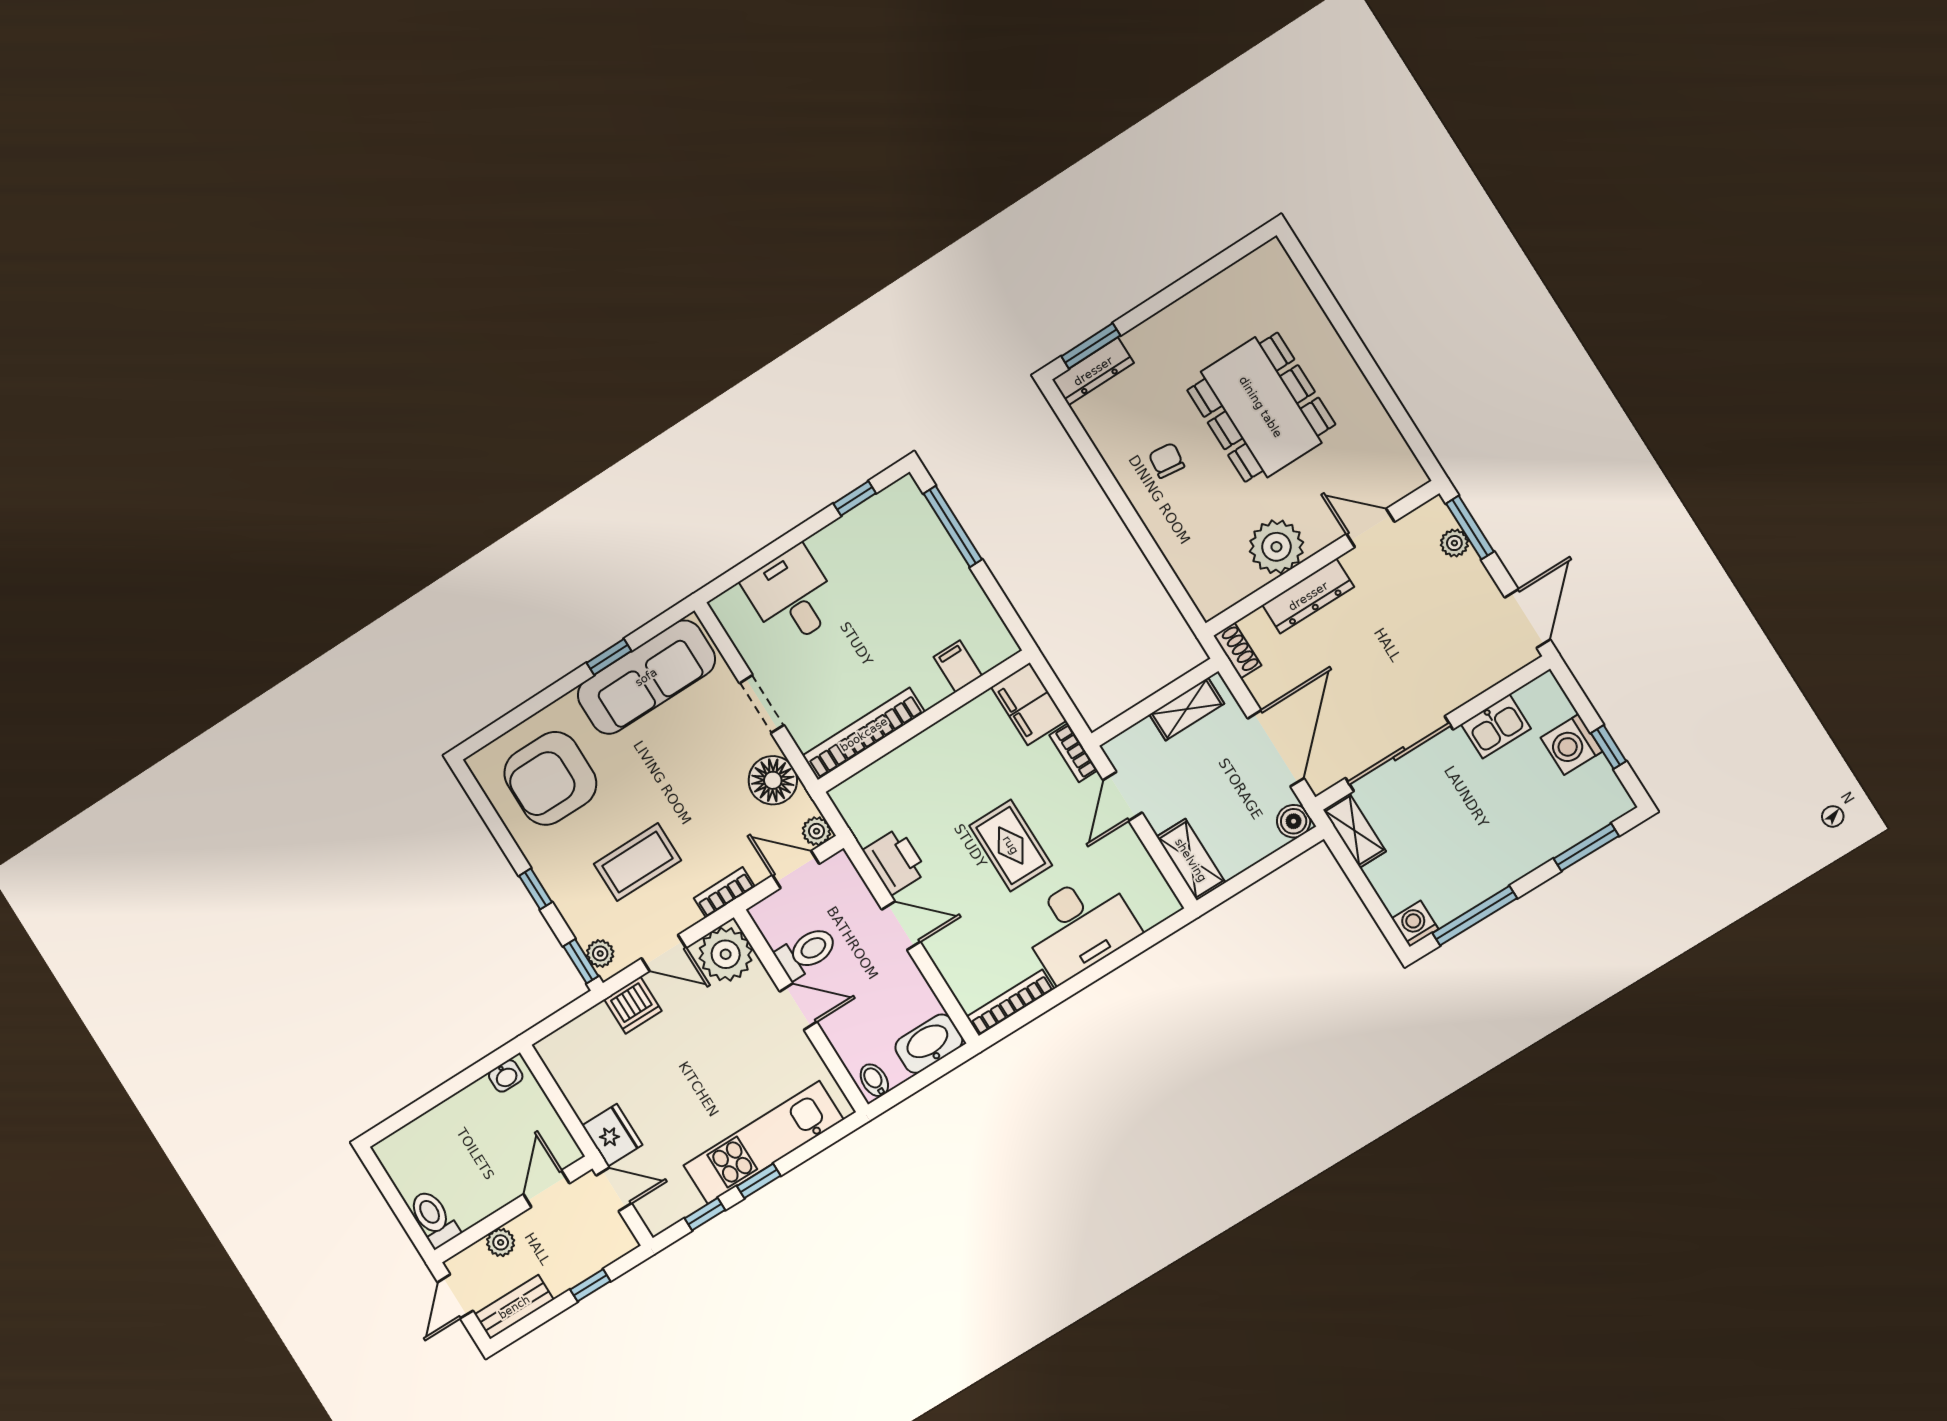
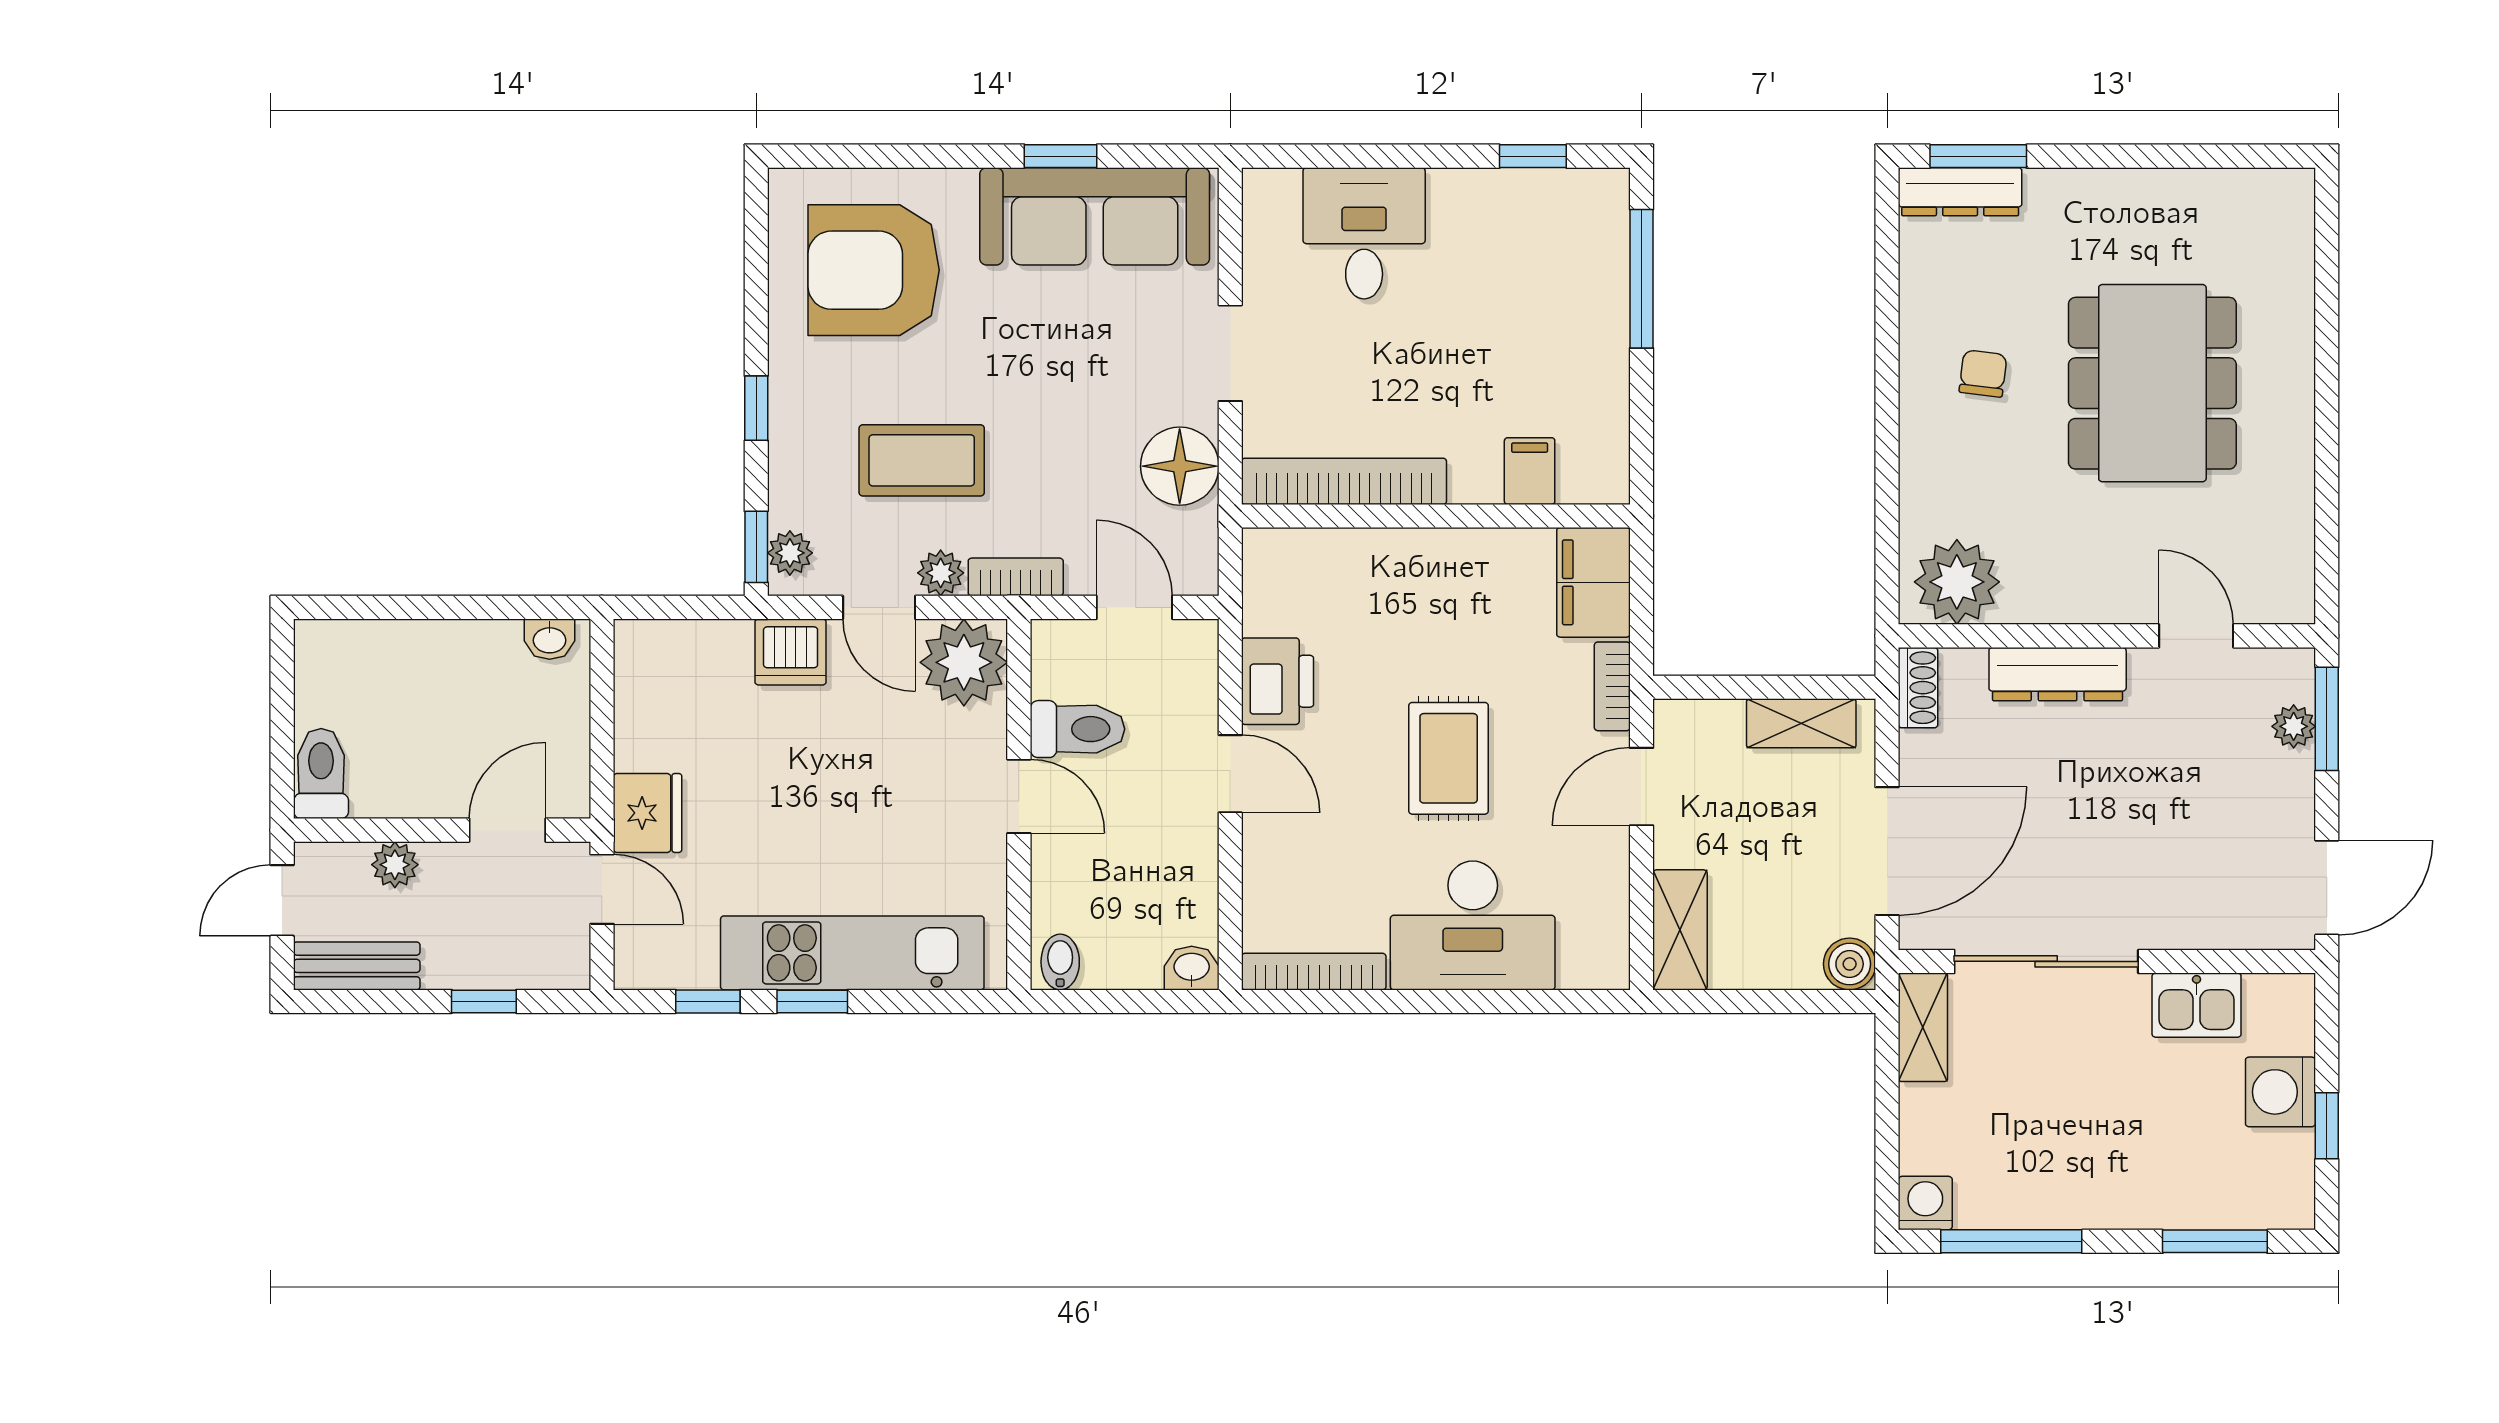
plant: (1276, 547) -> (1957, 582), moved
plant: (817, 831) -> (941, 573), moved
washbasin: (929, 1044) -> (1192, 968), width x0.52, depth x0.69

